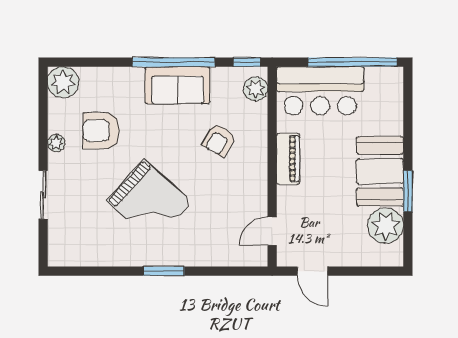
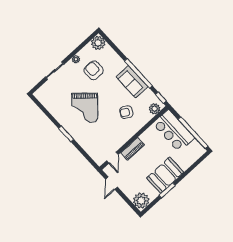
piano: (288, 159) -> (133, 149), moved
plant: (386, 226) -> (141, 201), moved
door: (272, 231) -> (112, 158), swing flipped

